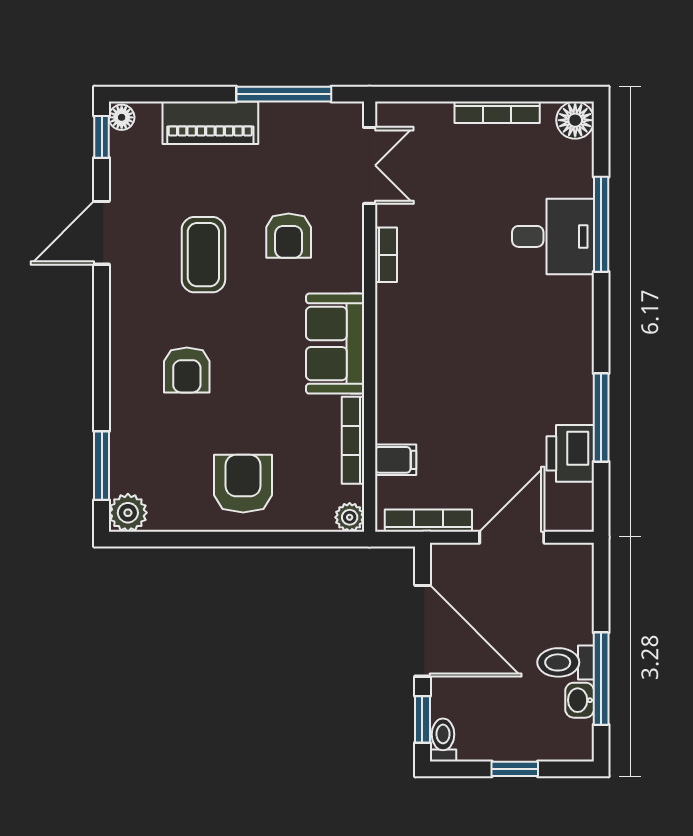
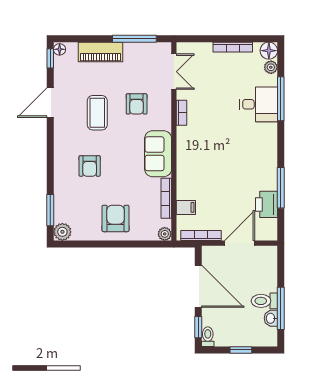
plant: (580, 156) -> (271, 67), added

